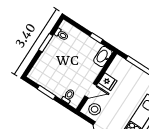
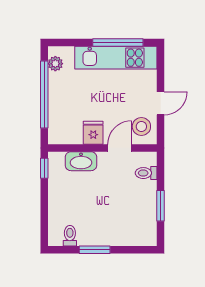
window: (96, 38) -> (44, 168), moved
washbasin: (103, 57) -> (81, 161), moved
door: (91, 91) -> (120, 148), hinge flipped

